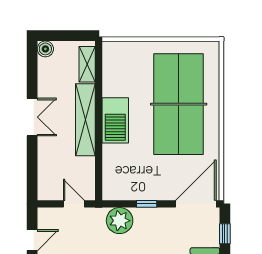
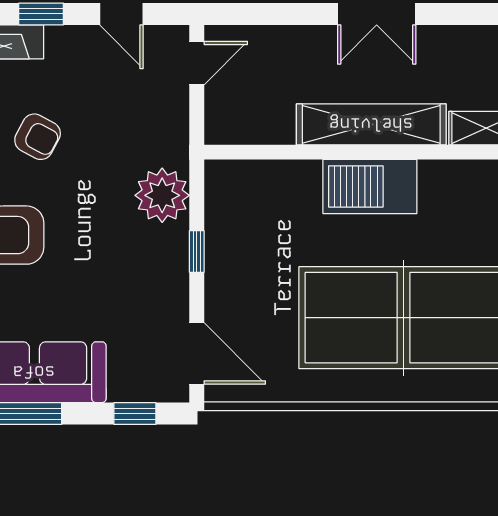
door: (74, 204) -> (197, 63), moved
door: (196, 204) -> (197, 353), width x0.73

